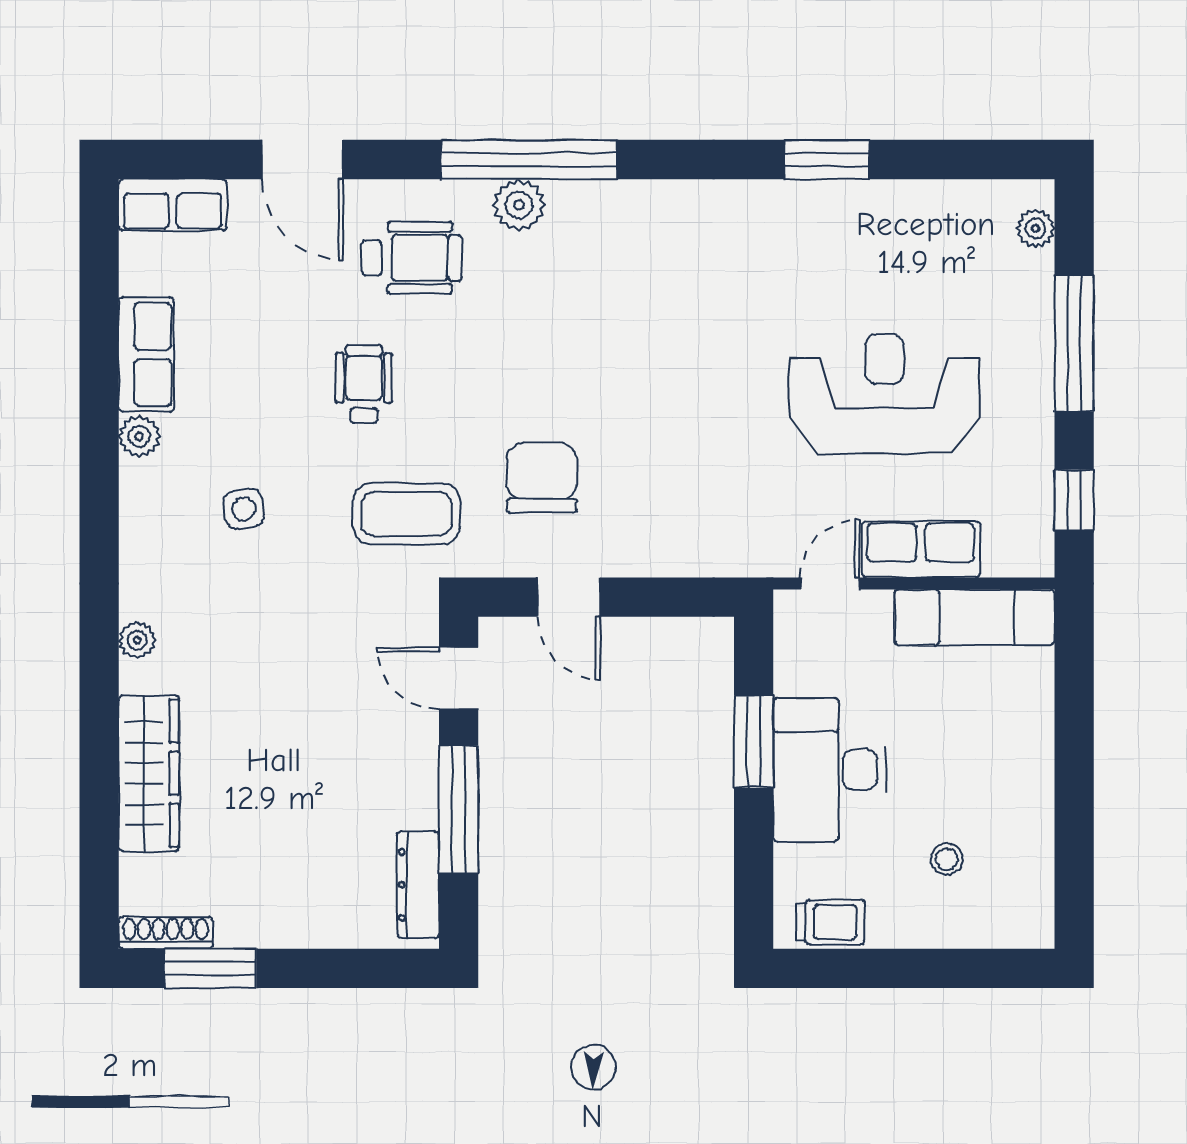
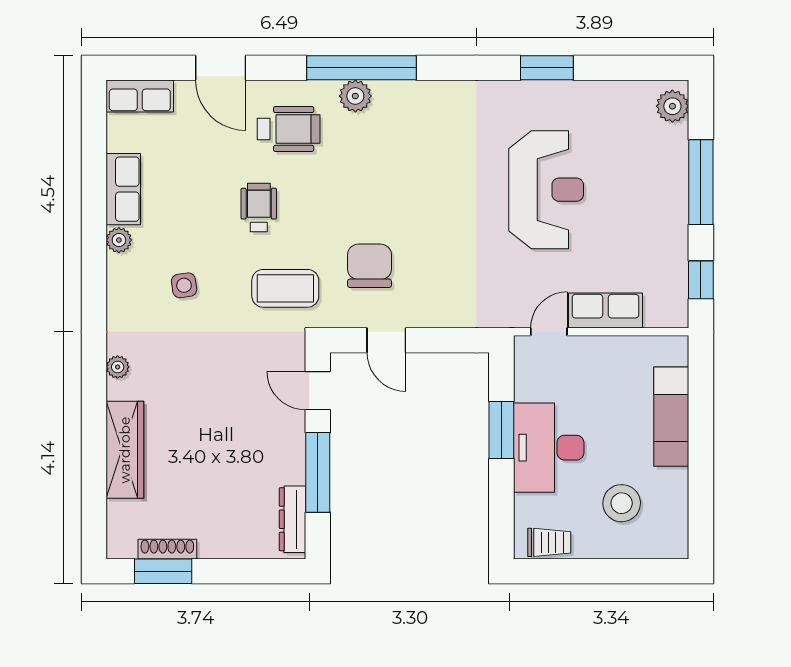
plant: (1036, 228) -> (672, 106), width x1.38, depth x1.38
reception desk: (884, 394) -> (546, 190), moved, turned 90
exam couch: (975, 617) -> (671, 417), moved, turned 90
stool: (947, 859) -> (622, 503), width x1.89, depth x1.89
shoe rack: (166, 933) -> (167, 549), moved

